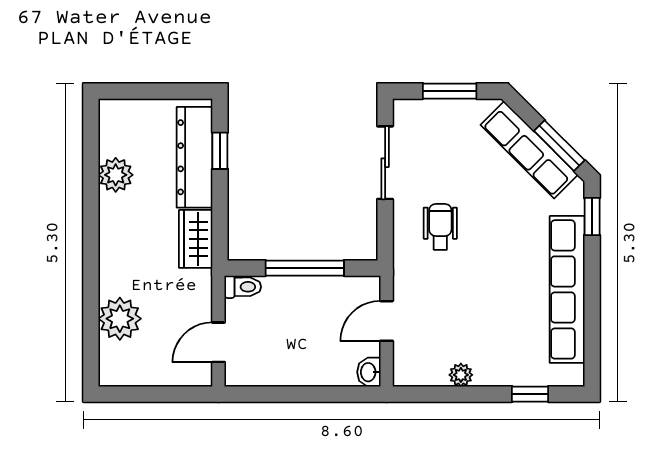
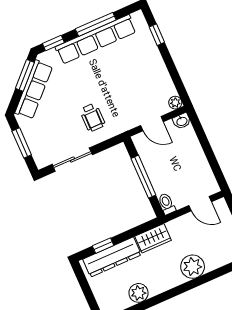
wheelchair: (440, 227) -> (92, 117), turned -90
window: (592, 300) -> (96, 24), added
plant: (120, 319) -> (193, 267), moved
plant: (461, 375) -> (175, 103), moved

